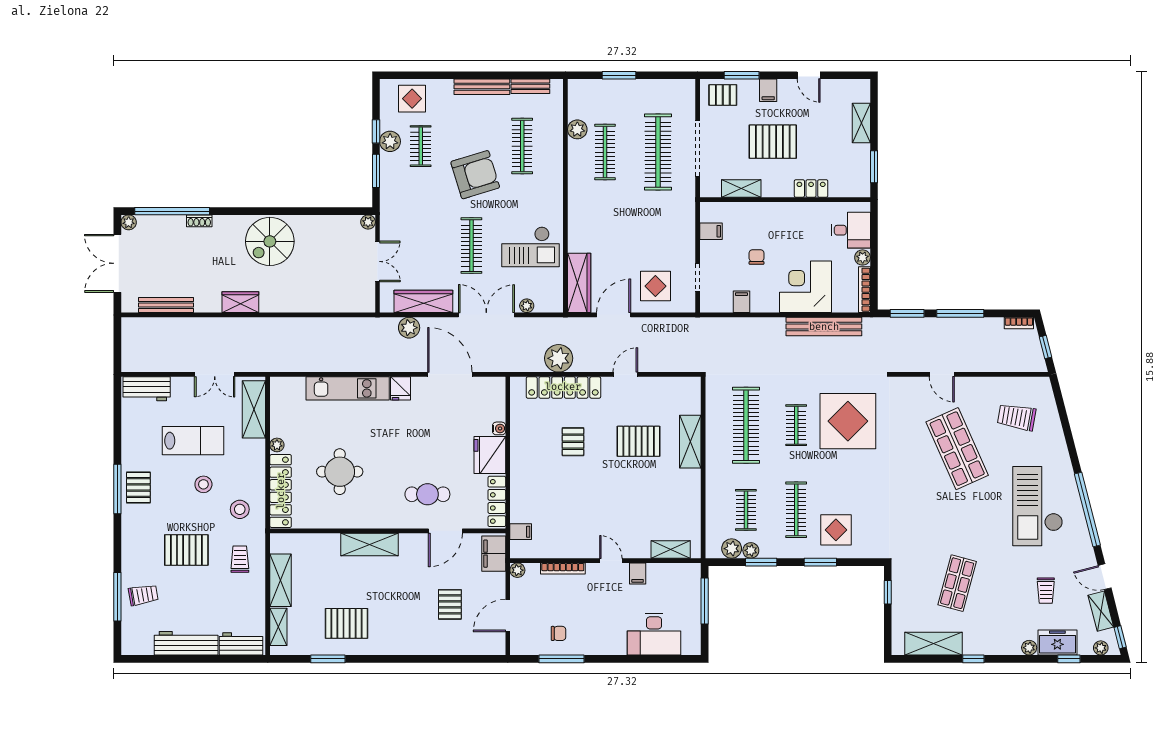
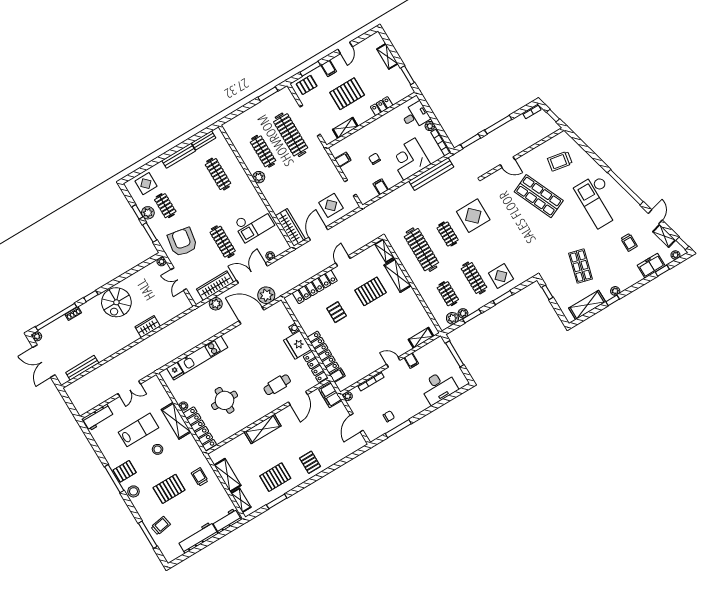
window: (619, 75) -> (268, 94), moved
door: (809, 75) -> (345, 48), hinge flipped
plant: (577, 129) -> (259, 177), moved
armchair: (475, 175) -> (182, 242), moved, turned -63
window: (239, 211) -> (91, 296), added
double door: (377, 261) -> (179, 279), swing flipped
wardrobe: (240, 302) -> (148, 327), moved
plant: (559, 358) -> (266, 295), moved
fridge: (400, 388) -> (175, 371), moved
shelving: (693, 396) -> (385, 251), added
shelving: (254, 409) -> (176, 421), moved
display table: (848, 421) -> (473, 216), width x0.73, depth x0.73
pallet: (138, 487) -> (125, 471), turned 90
locker: (520, 487) -> (323, 352), added
stool: (240, 509) -> (133, 491), moved
door: (1105, 577) -> (655, 217), swing flipped
pallet: (450, 604) -> (310, 462), moved
plant: (1029, 648) -> (615, 291), moved

